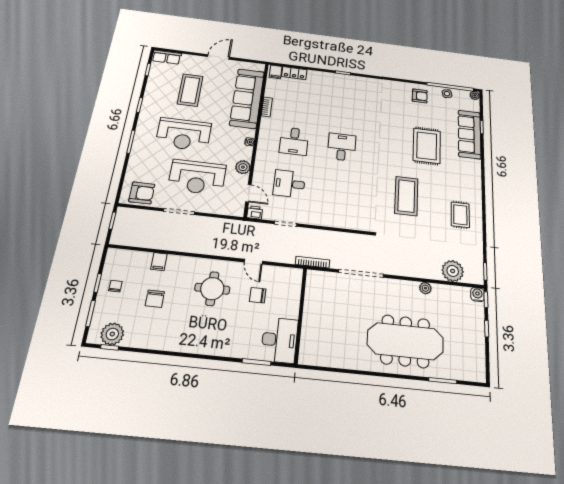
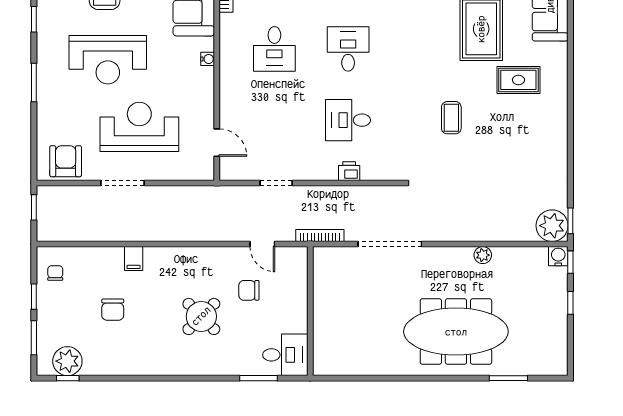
plant: (243, 167) -> (203, 102), removed
reception desk: (197, 177) -> (139, 127), turned 180
desk: (289, 184) -> (348, 120), moved
armchair: (142, 193) -> (66, 161), turned -90
coffee table: (406, 196) -> (451, 118), width x0.54, depth x0.58
printer: (255, 212) -> (349, 171), moved
rug: (460, 215) -> (518, 80), moved, turned 90
filing cabinet: (159, 262) -> (134, 258), moved
door: (253, 262) -> (262, 244), moved
plant: (453, 271) -> (552, 226), moved
chair: (115, 286) -> (55, 273), moved
round table: (212, 289) -> (201, 316), moved, turned 45
desk: (279, 340) -> (285, 355), width x0.73

